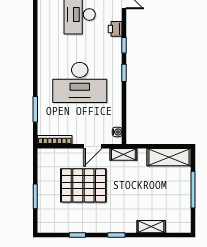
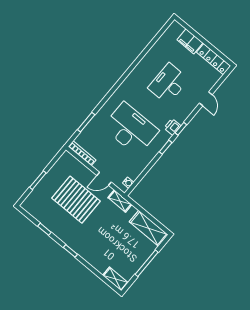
printer: (115, 29) -> (172, 127), moved
desk: (80, 82) -> (131, 129), turned 180
shelving: (151, 227) -> (115, 279), moved

